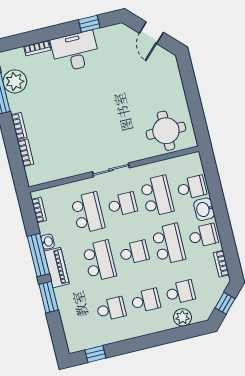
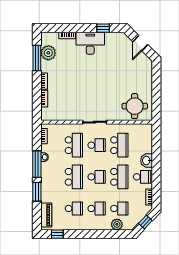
school desk: (192, 188) -> (142, 145), removed
piano: (57, 268) -> (46, 215), moved

